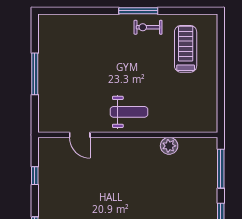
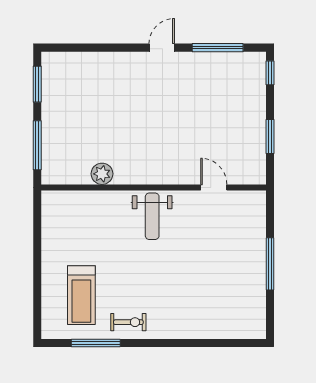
window: (138, 11) -> (96, 343), moved
weight bench: (129, 112) -> (152, 216), turned -90
window: (35, 176) -> (270, 137), width x1.50

